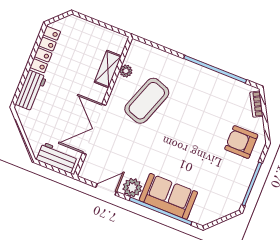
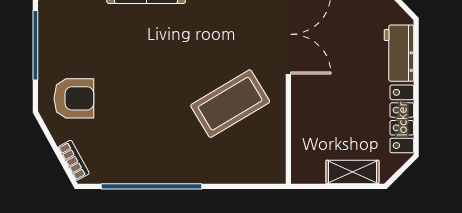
shelving: (108, 69) -> (352, 172), moved, turned 90
plant: (126, 71) -> (276, 134), removed
coffee table: (147, 101) -> (230, 104), turned 39

